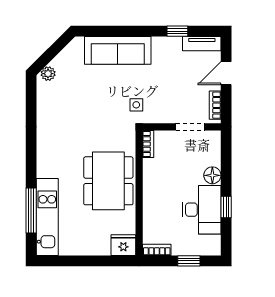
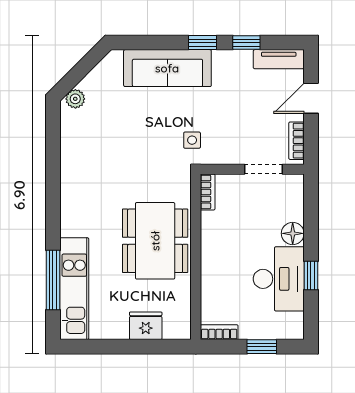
window: (144, 31) -> (203, 43), added
fridge: (123, 245) -> (146, 326), moved

